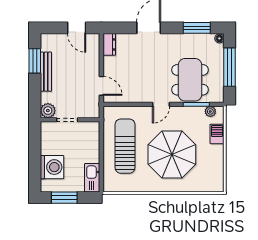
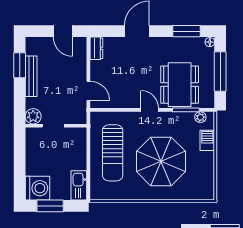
door: (161, 104) -> (150, 110), swing flipped
sun lounger: (125, 146) -> (113, 153), turned 180
washing machine: (52, 167) -> (37, 188), moved

